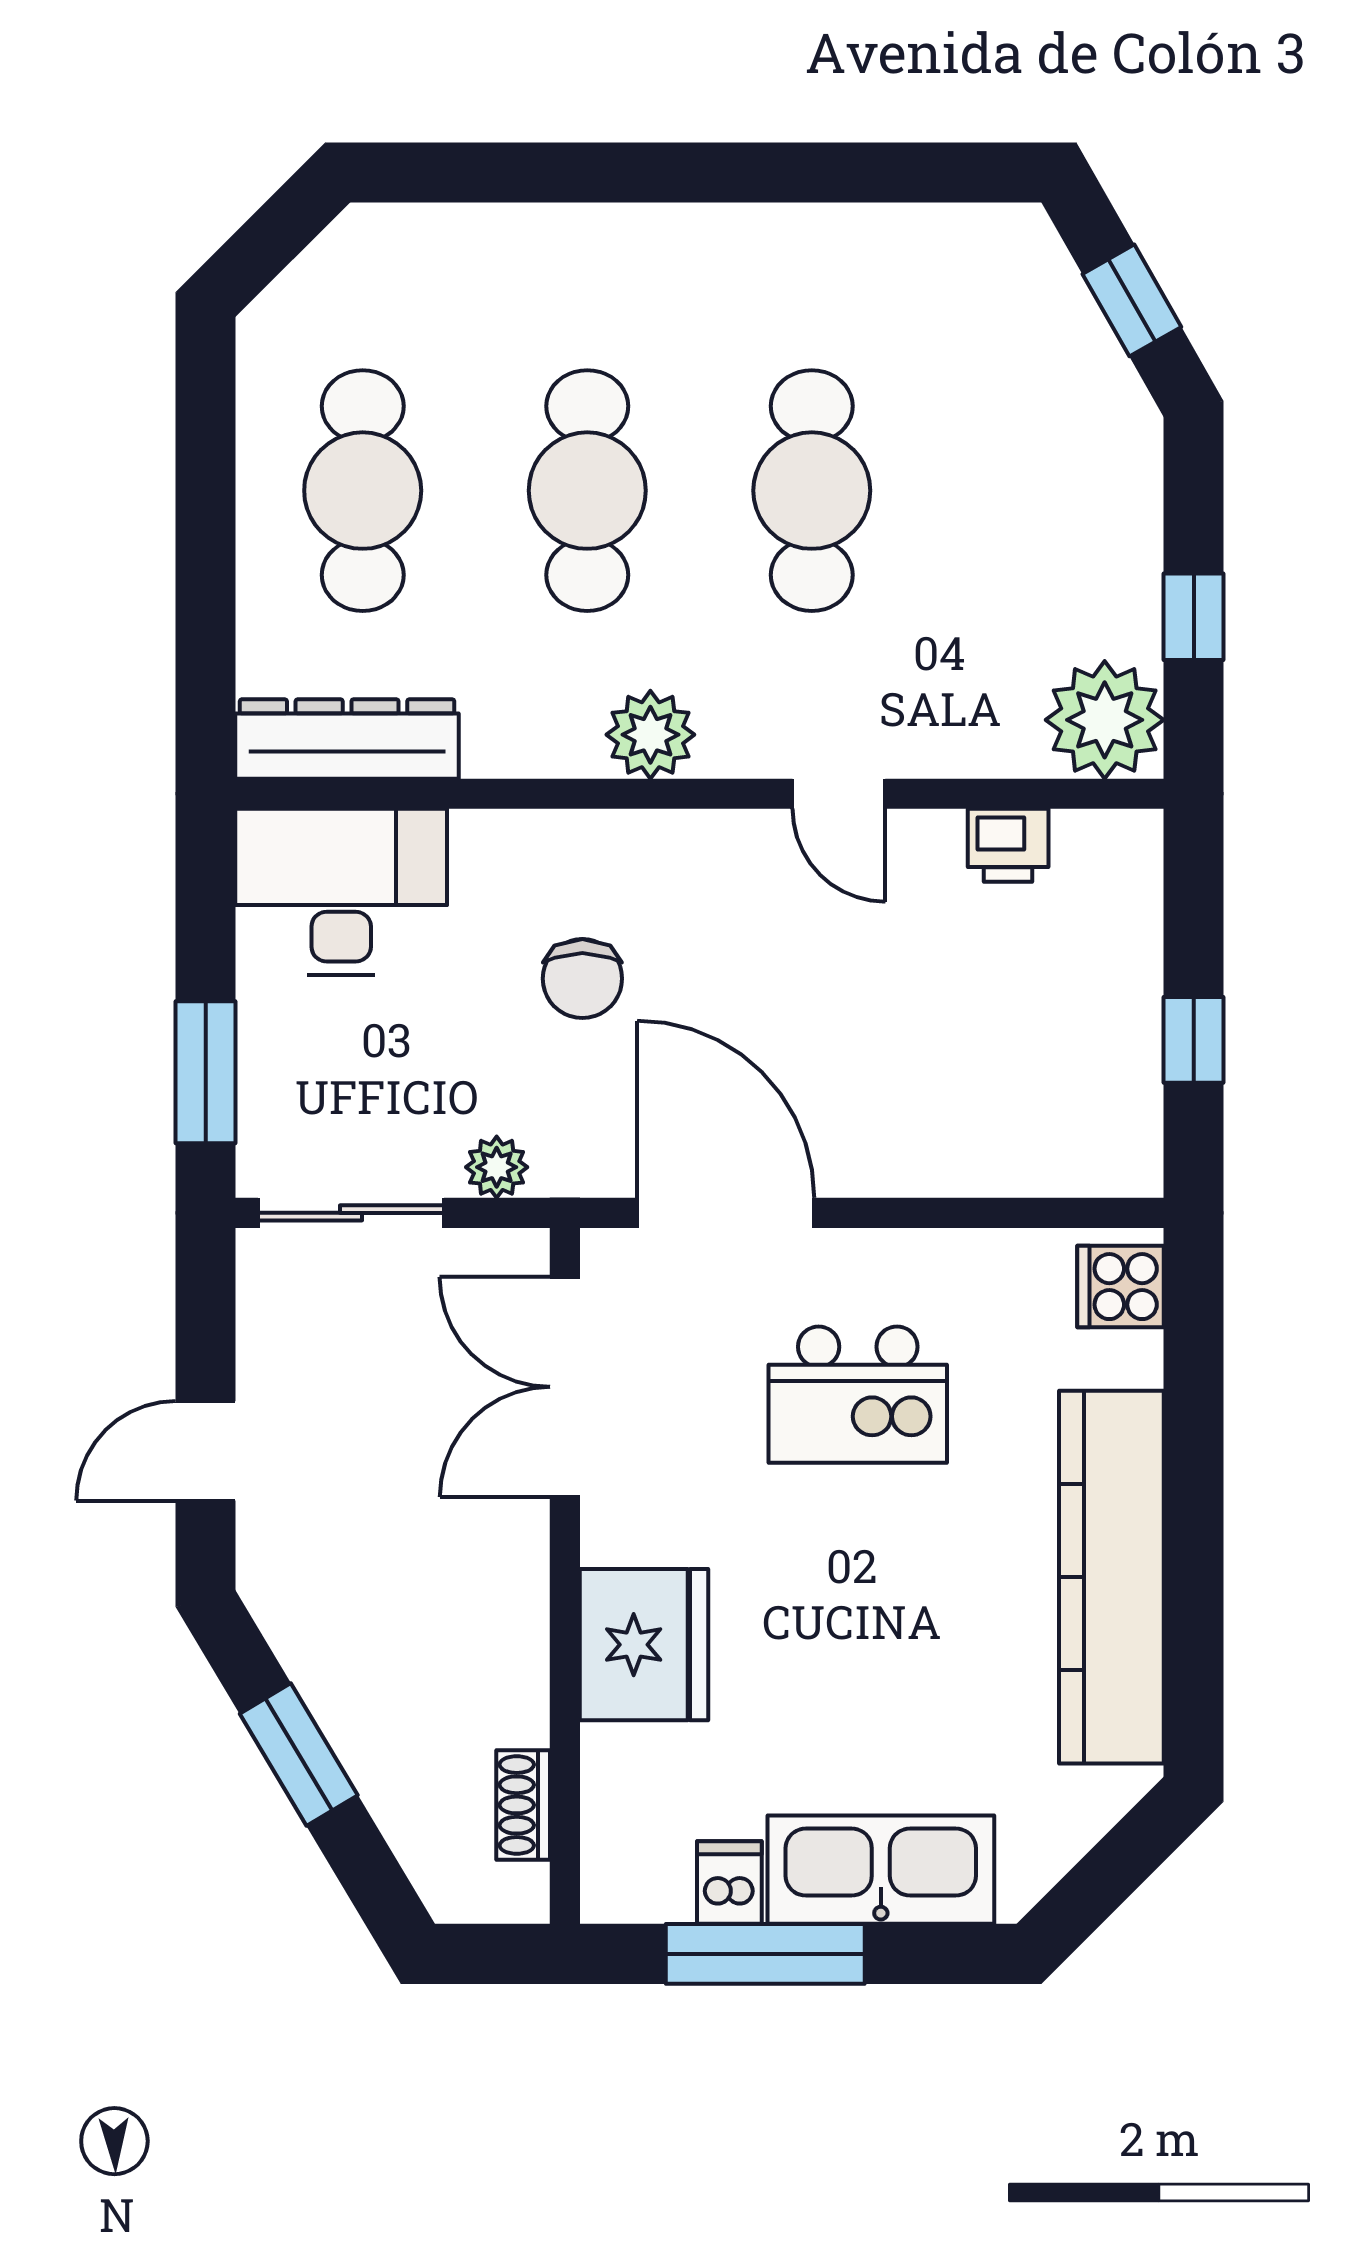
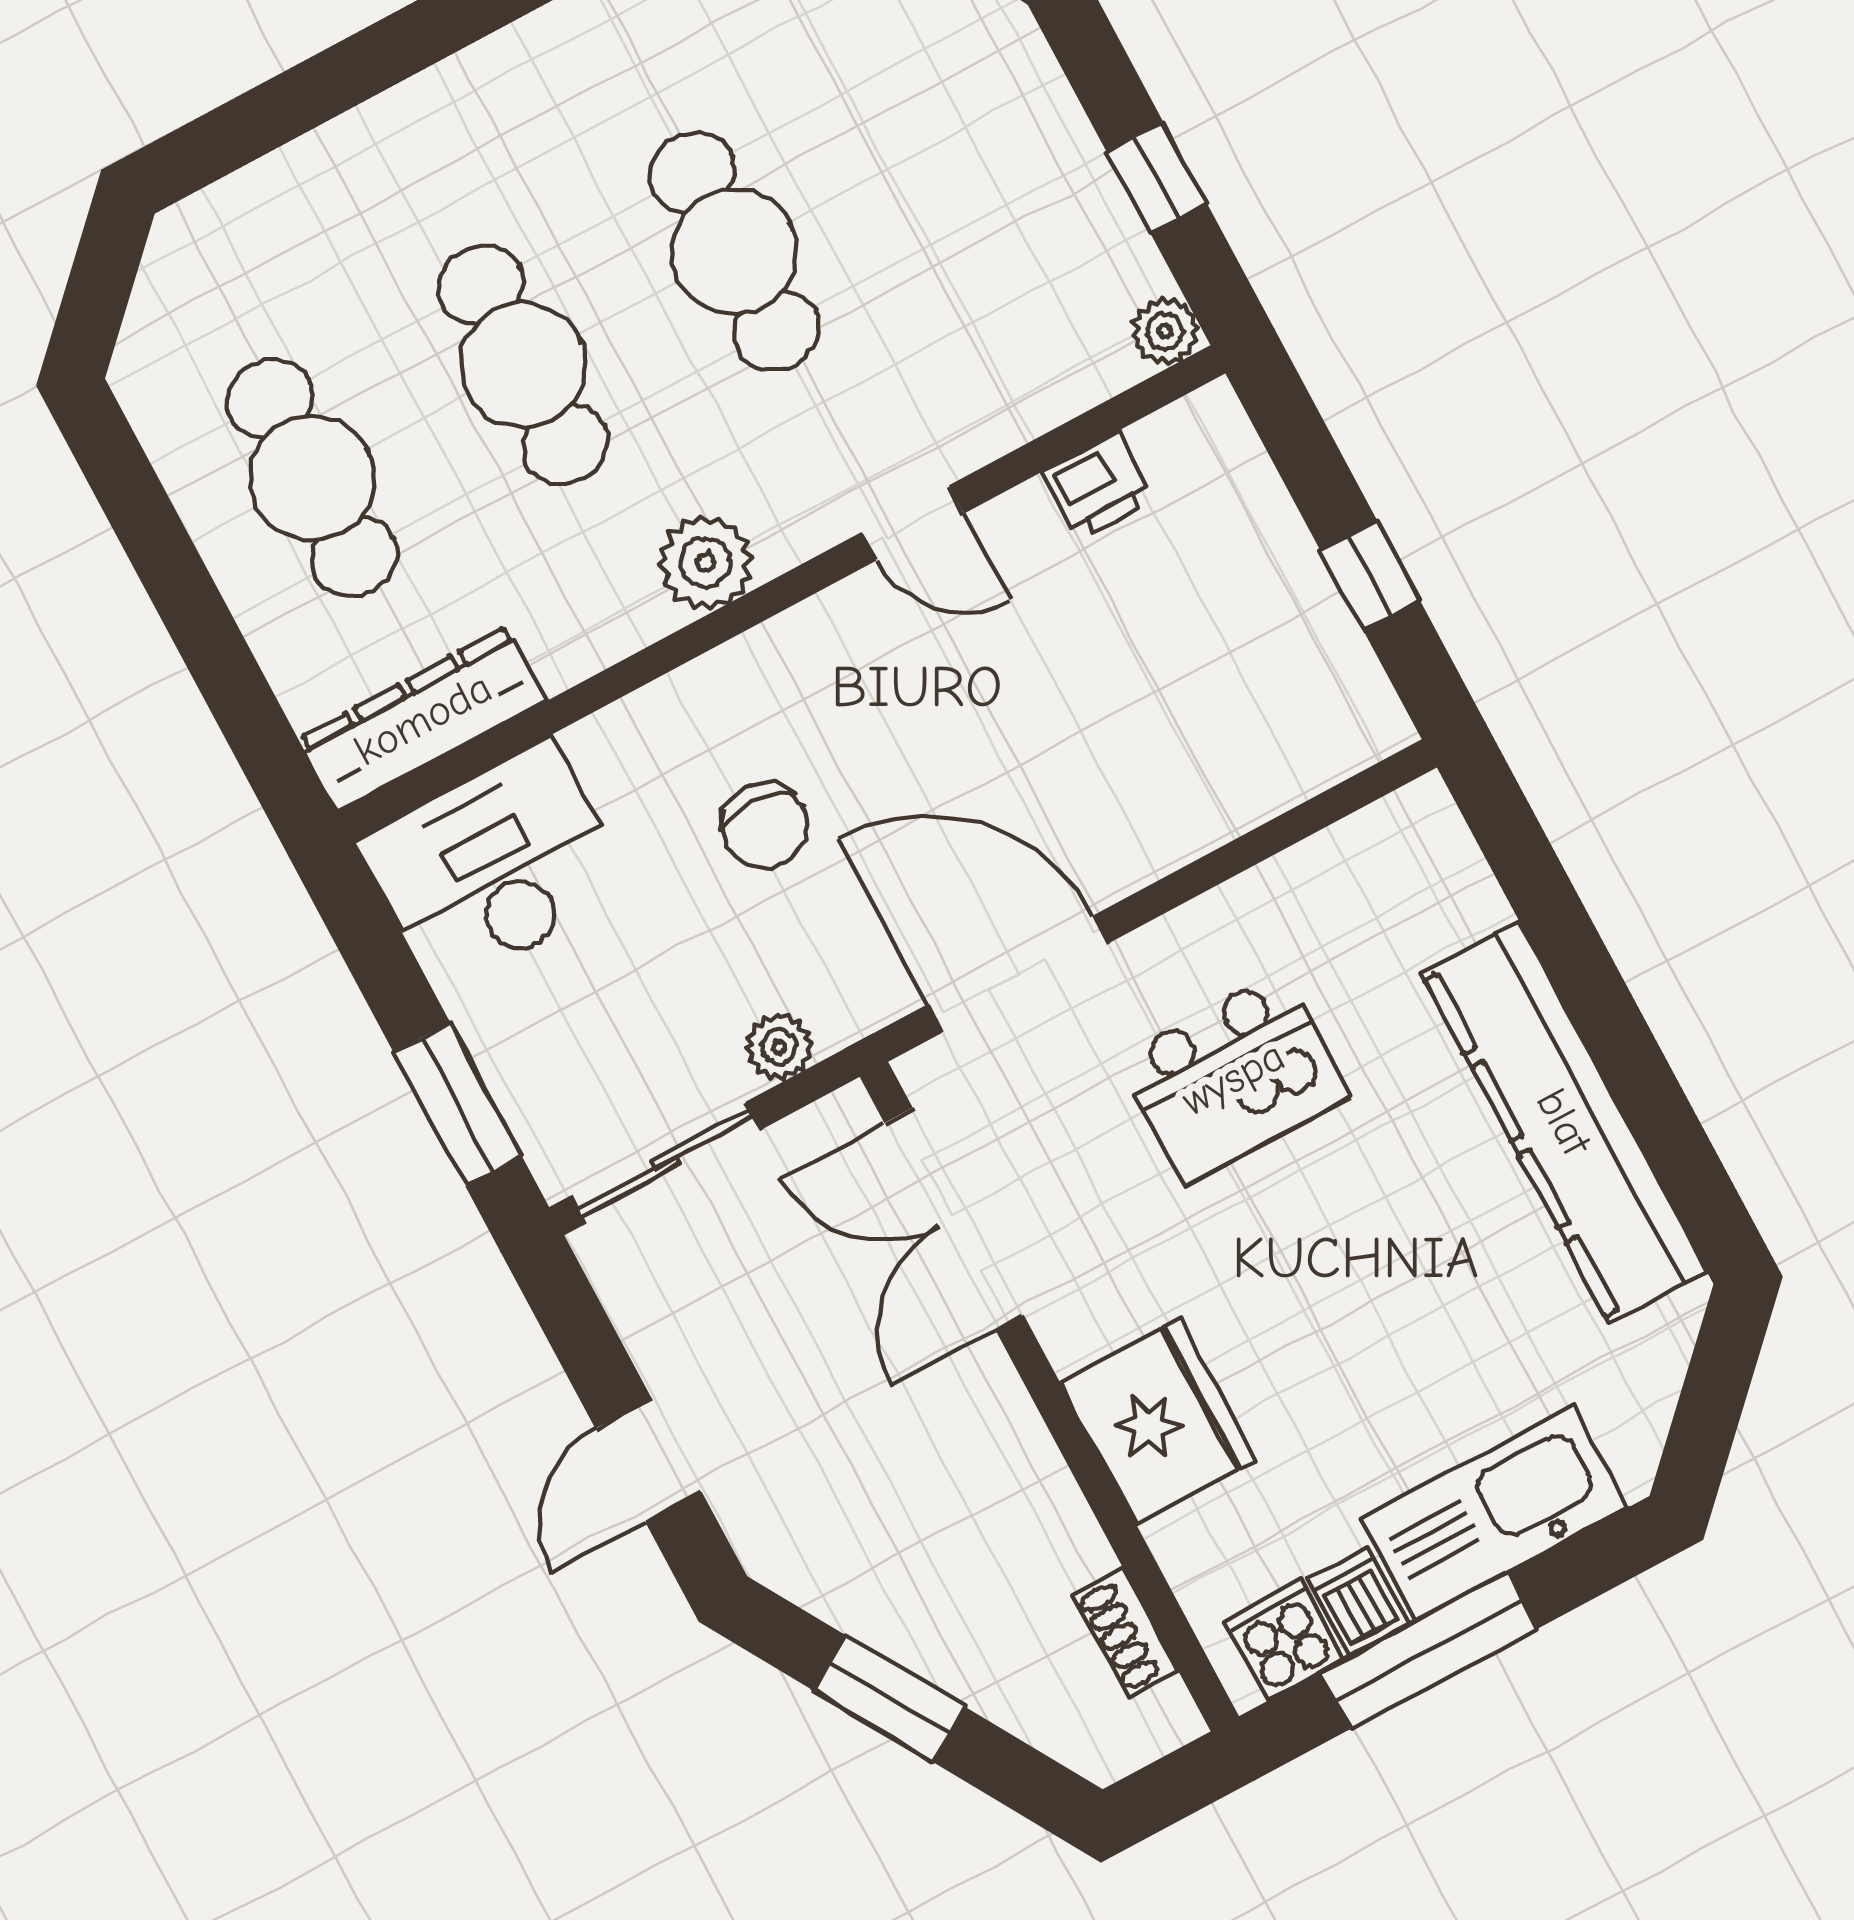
plant: (1105, 720) -> (1165, 331), width x0.53, depth x0.53
cooker: (1120, 1287) -> (1284, 1640), moved, turned 90

